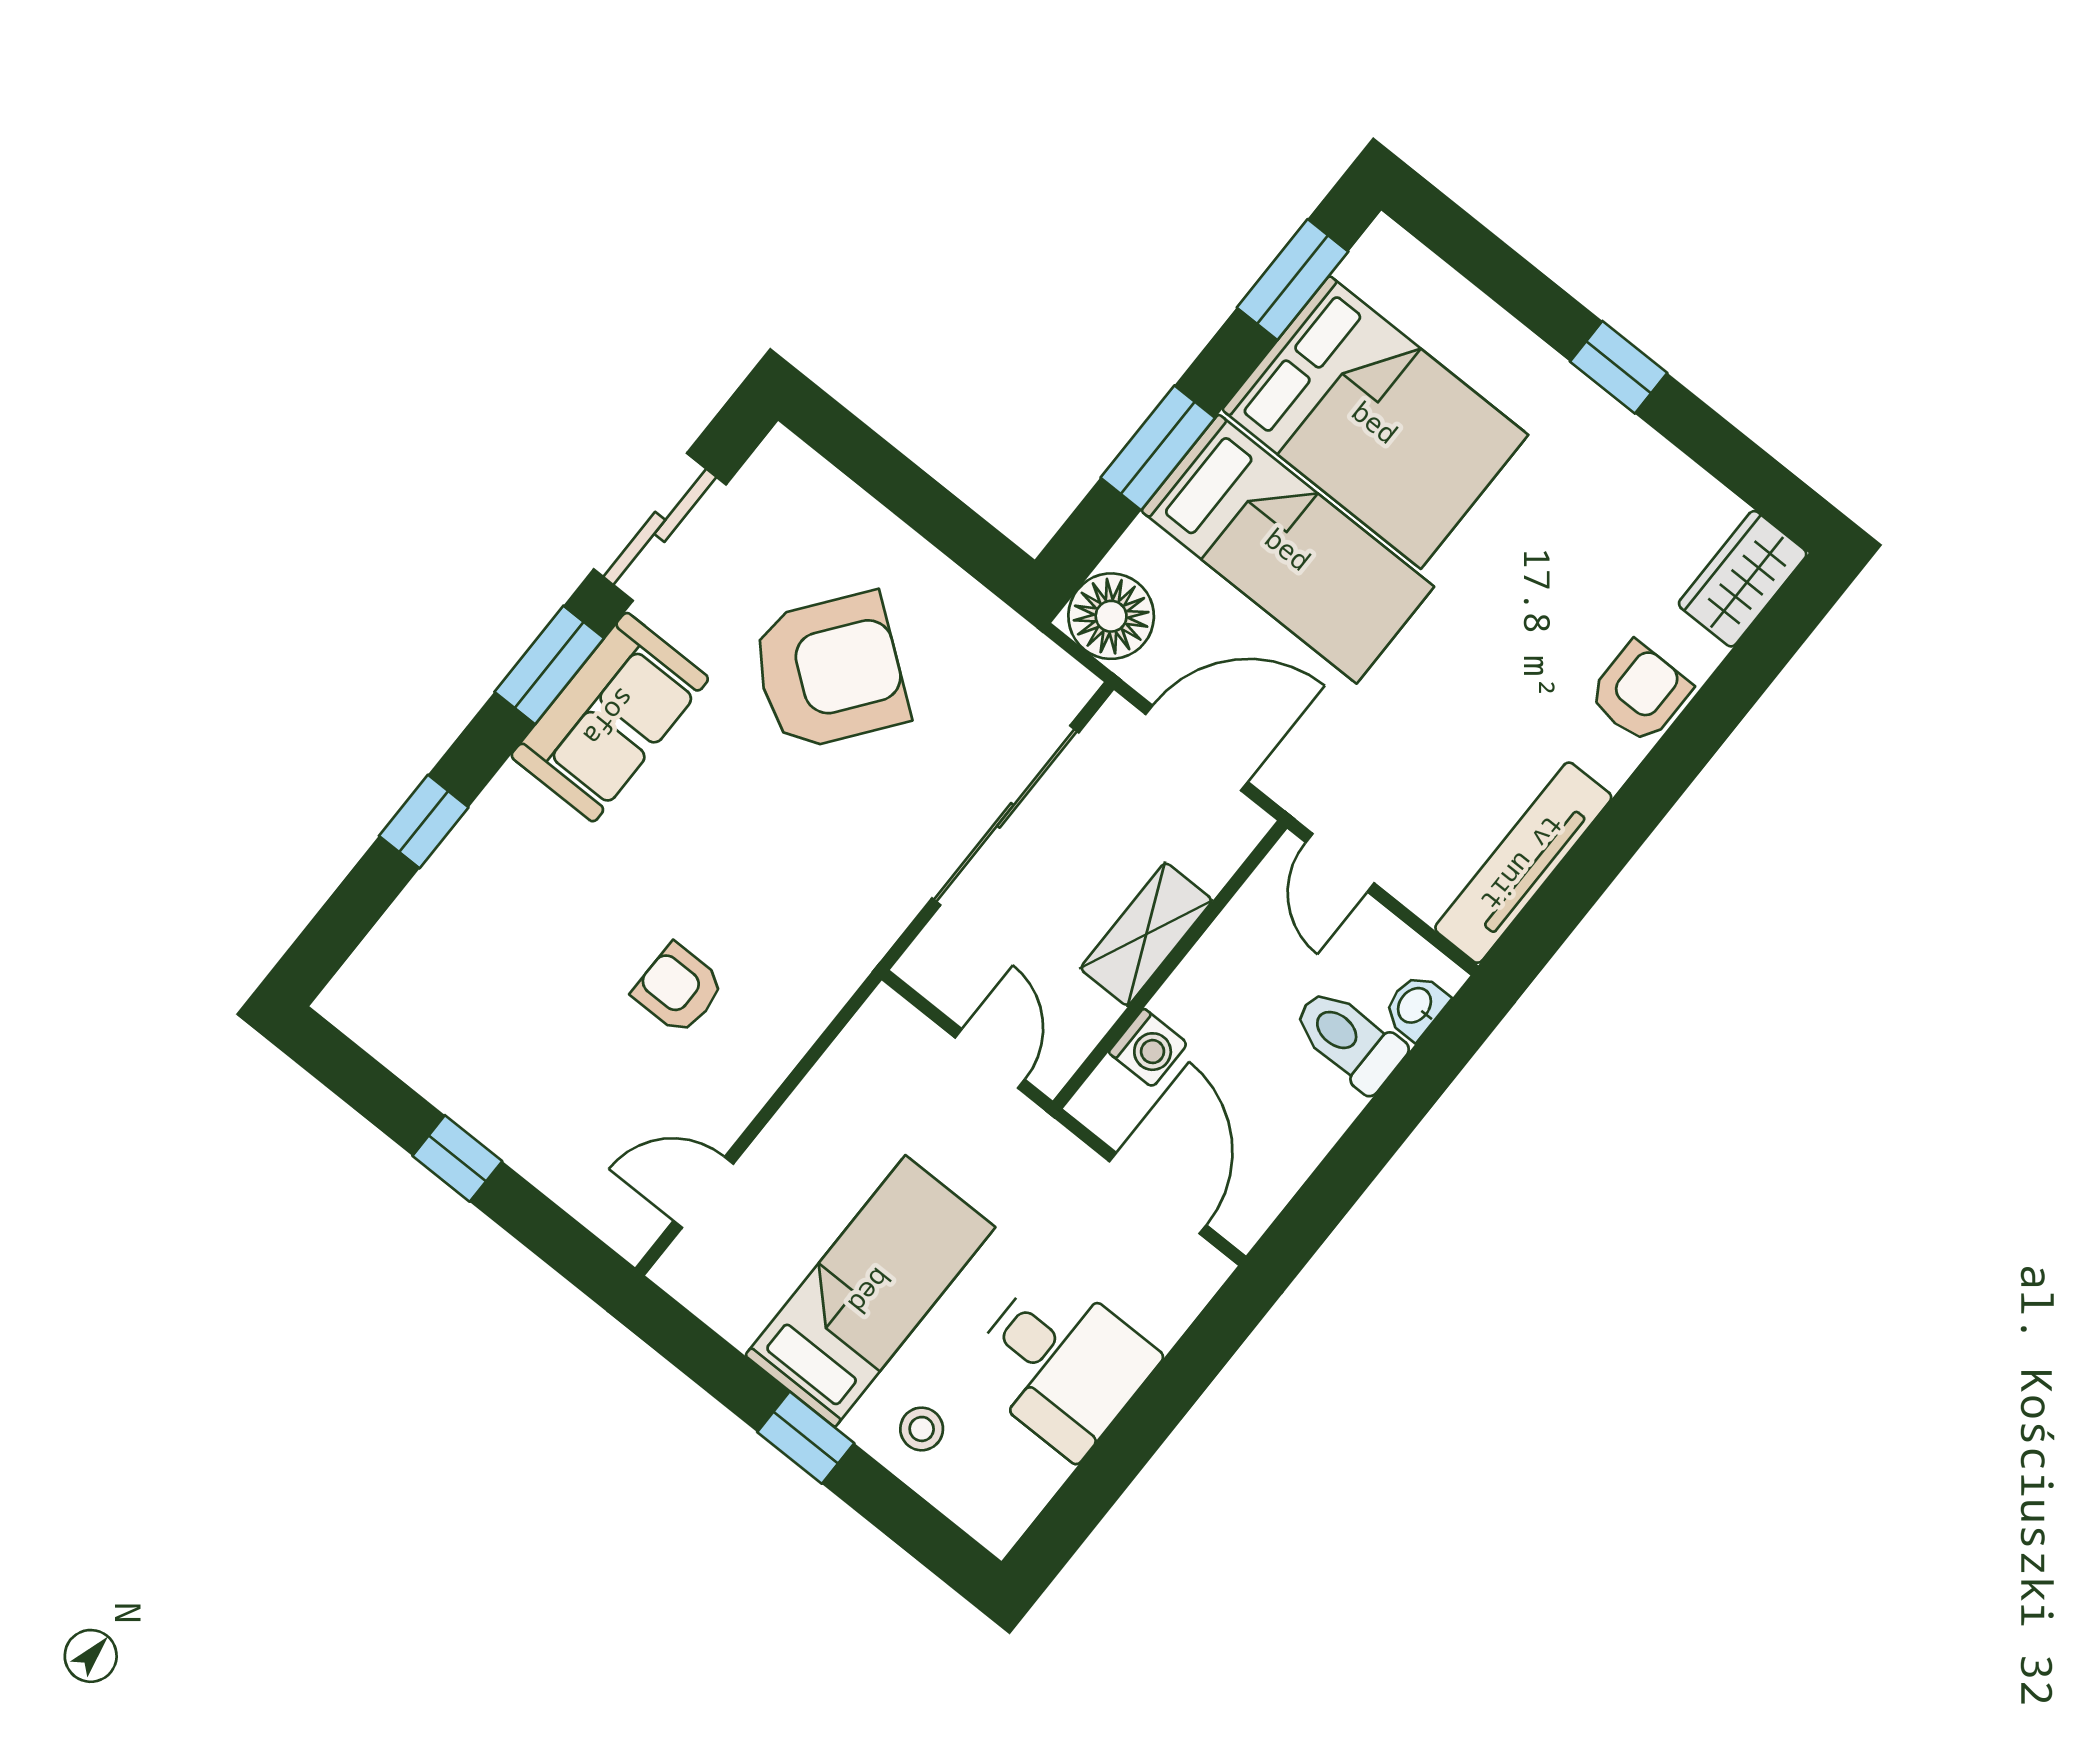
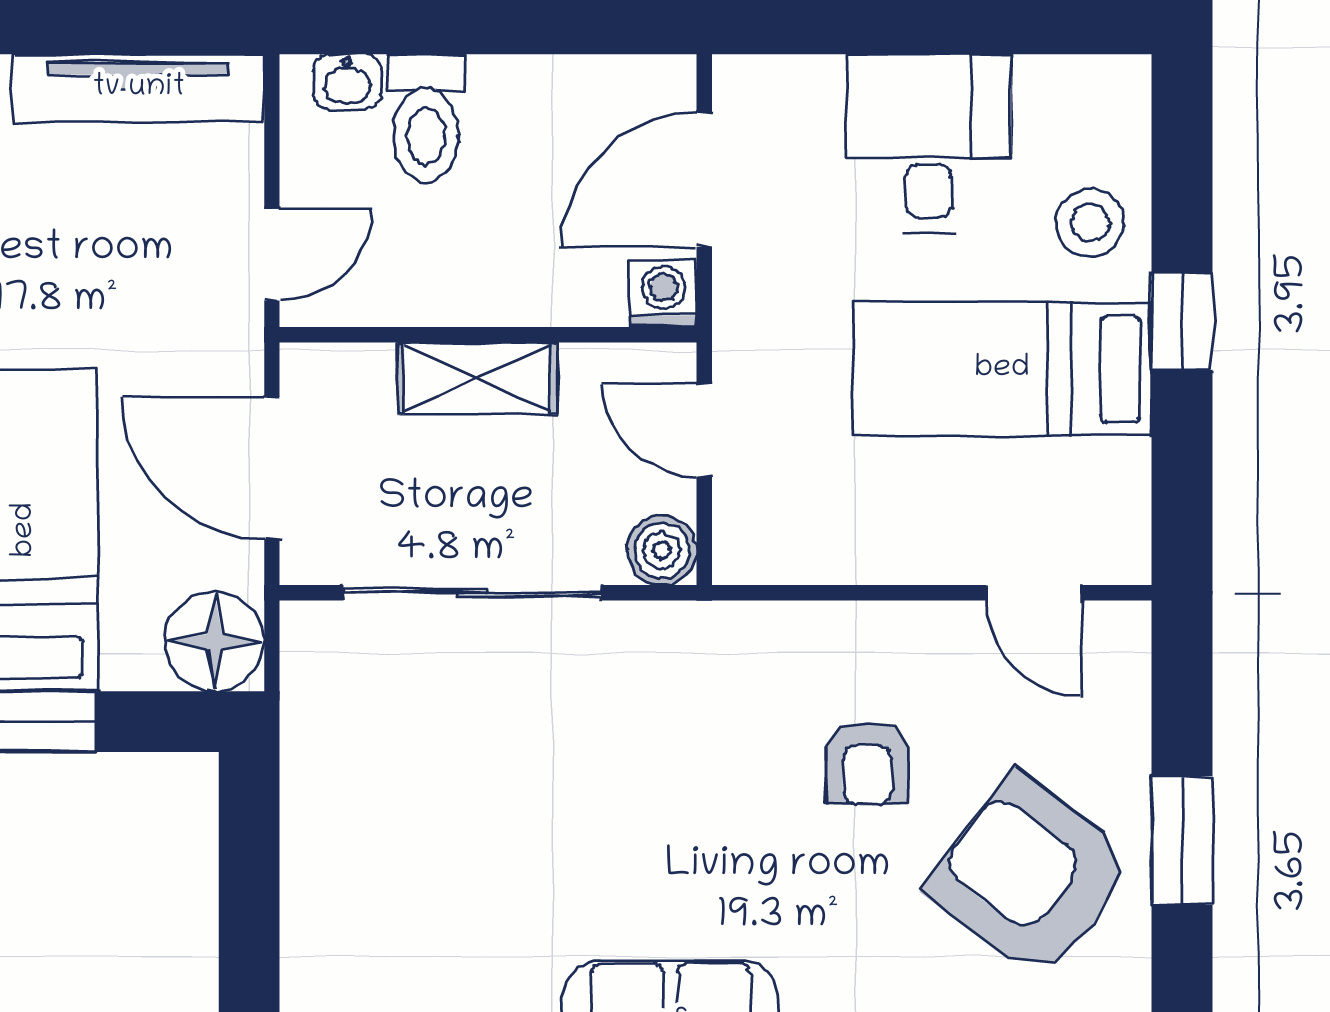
armchair: (830, 671) -> (1030, 876), moved
boiler: (932, 965) -> (662, 550), added
washing machine: (1148, 1048) -> (663, 294), moved
door: (990, 1059) -> (704, 430), hinge flipped
window: (457, 1158) -> (1182, 841), width x1.50
stool: (922, 1429) -> (1090, 223), width x1.37, depth x1.37

